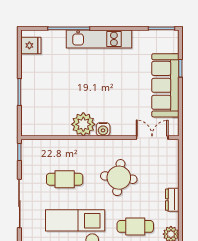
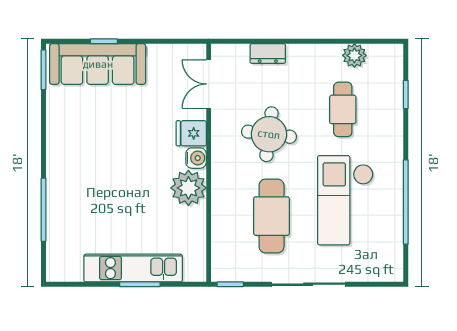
kitchen unit: (99, 39) -> (133, 268), moved, turned -90
fridge: (31, 45) -> (191, 133), moved, turned -90
sofa: (165, 85) -> (98, 64), moved
cafe table: (65, 179) -> (272, 216), width x1.37, depth x1.35
dresser: (172, 200) -> (268, 53), moved

